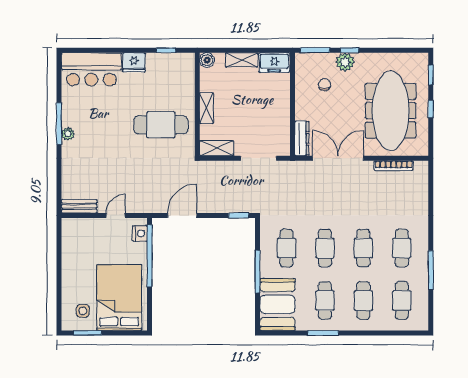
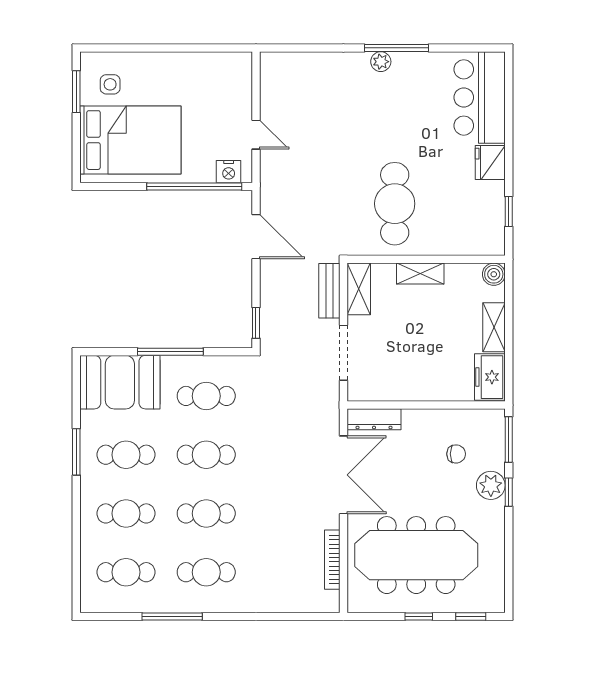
bench: (79, 206) -> (329, 291), moved

